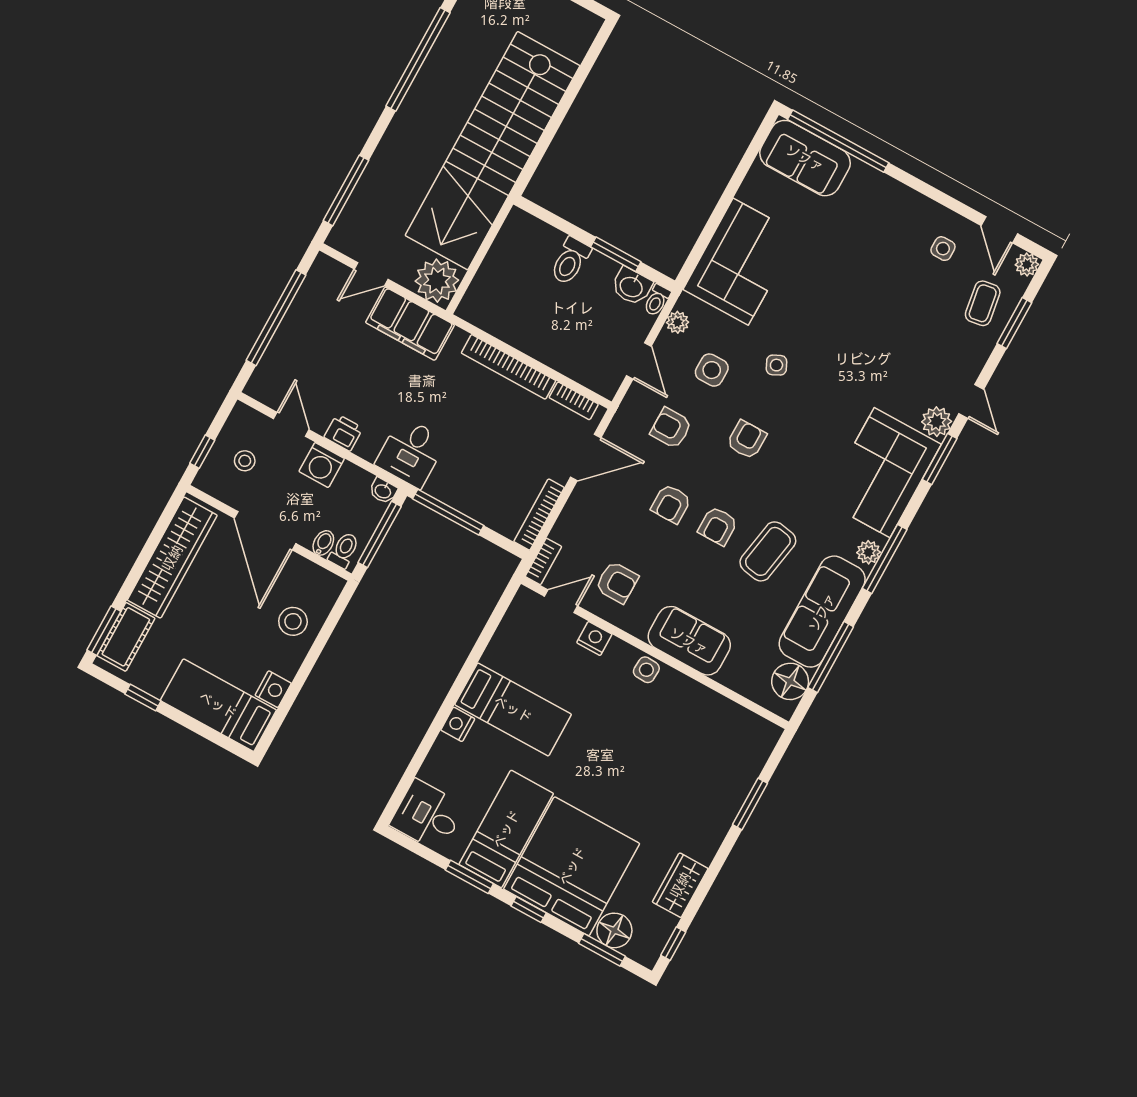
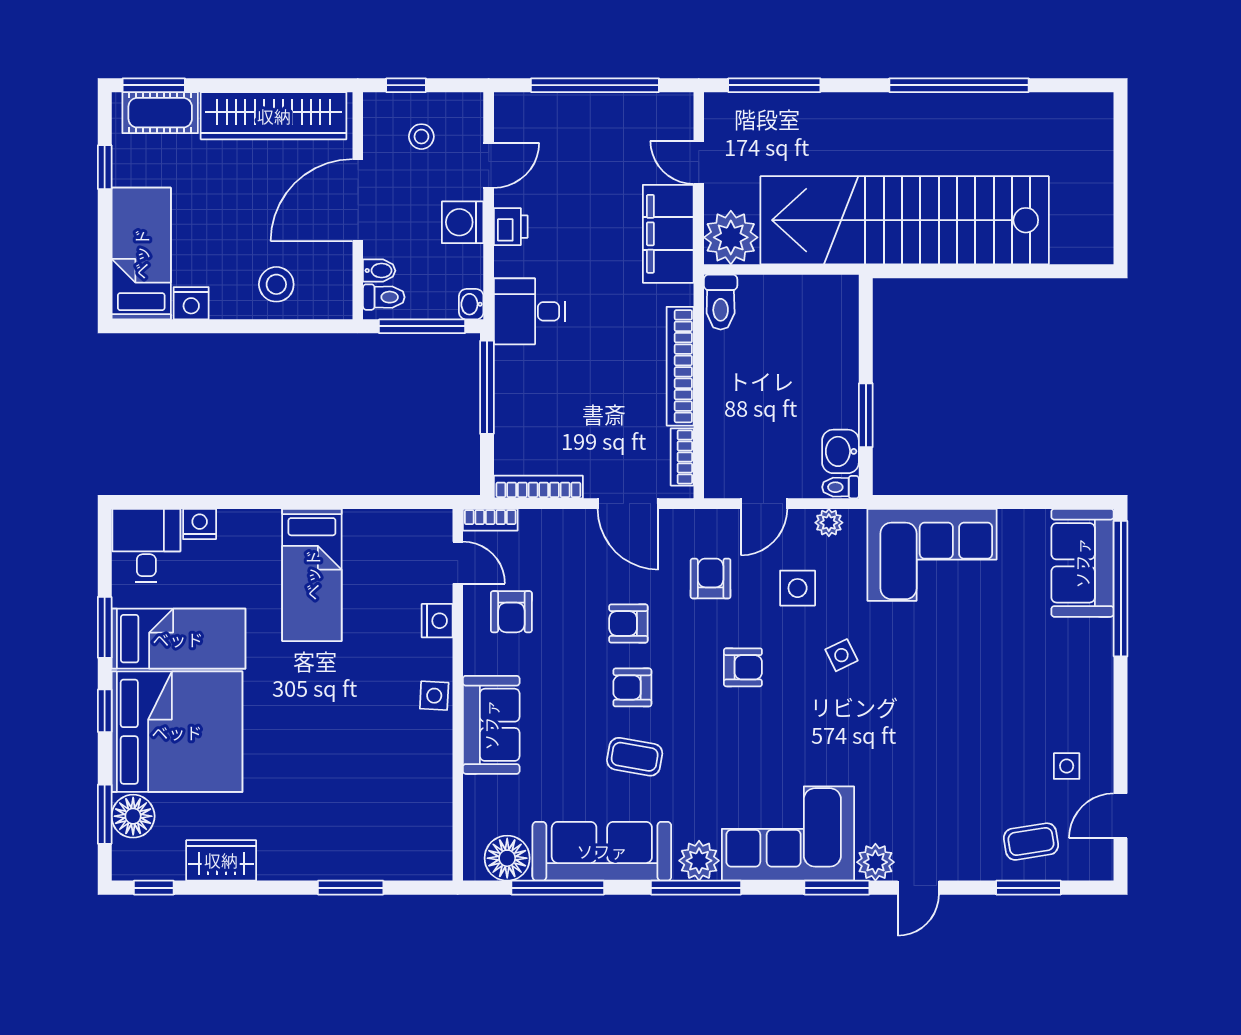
toilet: (570, 261) -> (721, 302), moved, turned -90
plant: (1027, 265) -> (1099, 866), removed
coffee table: (768, 551) -> (635, 757), width x0.73, depth x0.77
plant: (868, 552) -> (699, 861), width x1.38, depth x1.38
nightstand: (458, 724) -> (200, 524), moved

